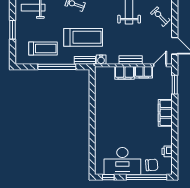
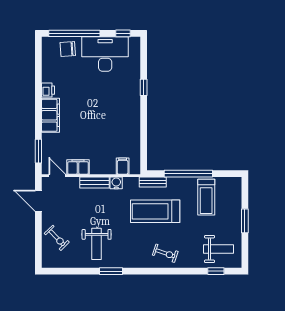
treadmill: (43, 49) -> (206, 197), turned -90
water cooler: (101, 60) -> (116, 183), moved
door: (160, 65) -> (57, 176), swing flipped
filing cabinet: (124, 73) -> (123, 166), moved, width x0.50
window: (92, 135) -> (144, 87), added
printer: (167, 151) -> (48, 90), moved

